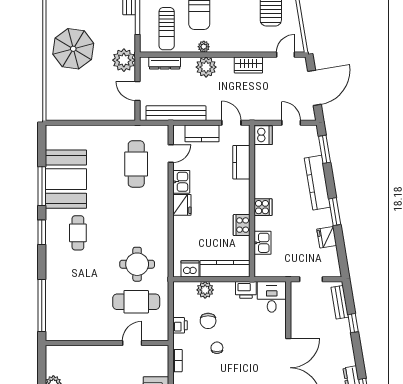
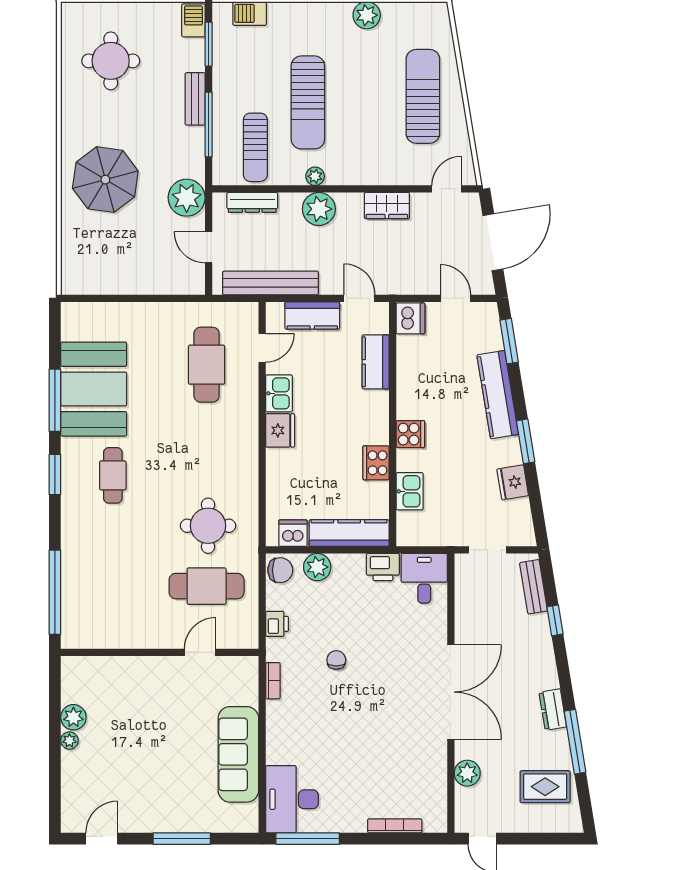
chair: (208, 321) -> (280, 570), moved, turned -90

